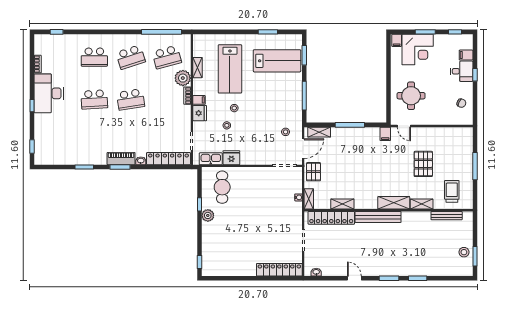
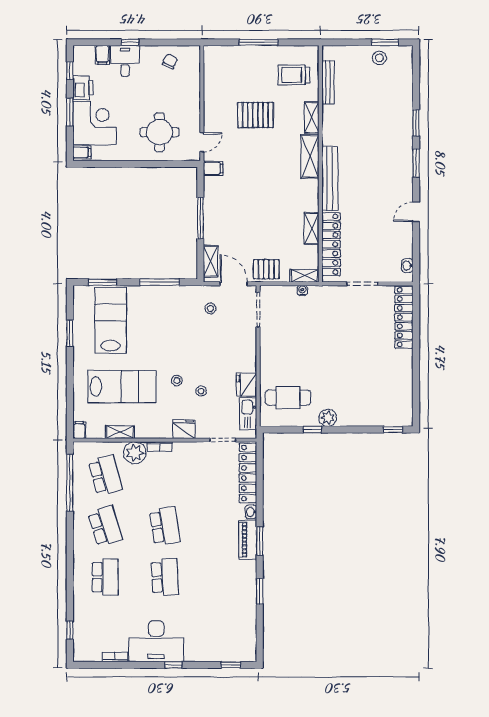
printer: (443, 41) -> (83, 88), added
filing cabinet: (199, 100) -> (79, 430), moved

